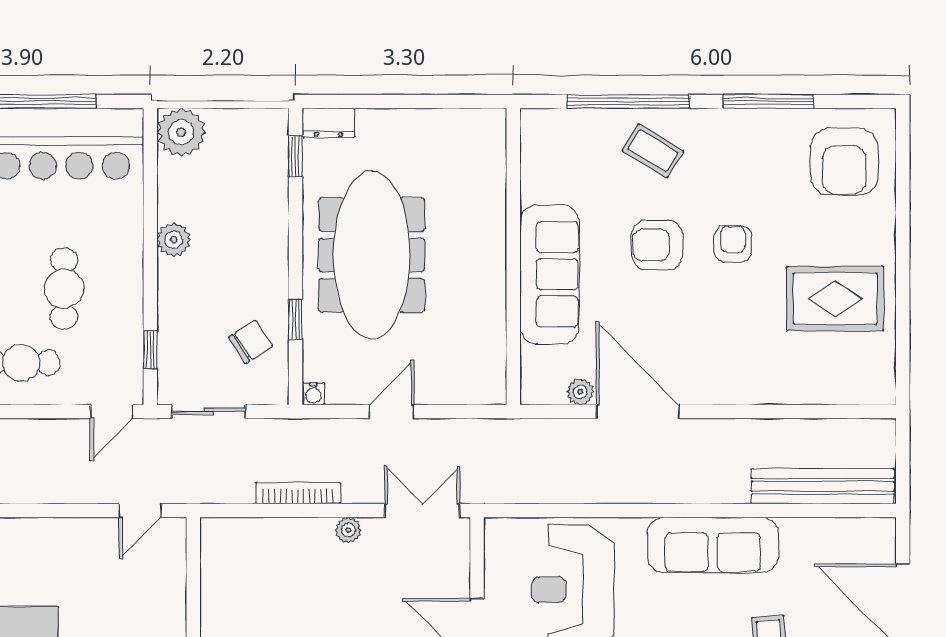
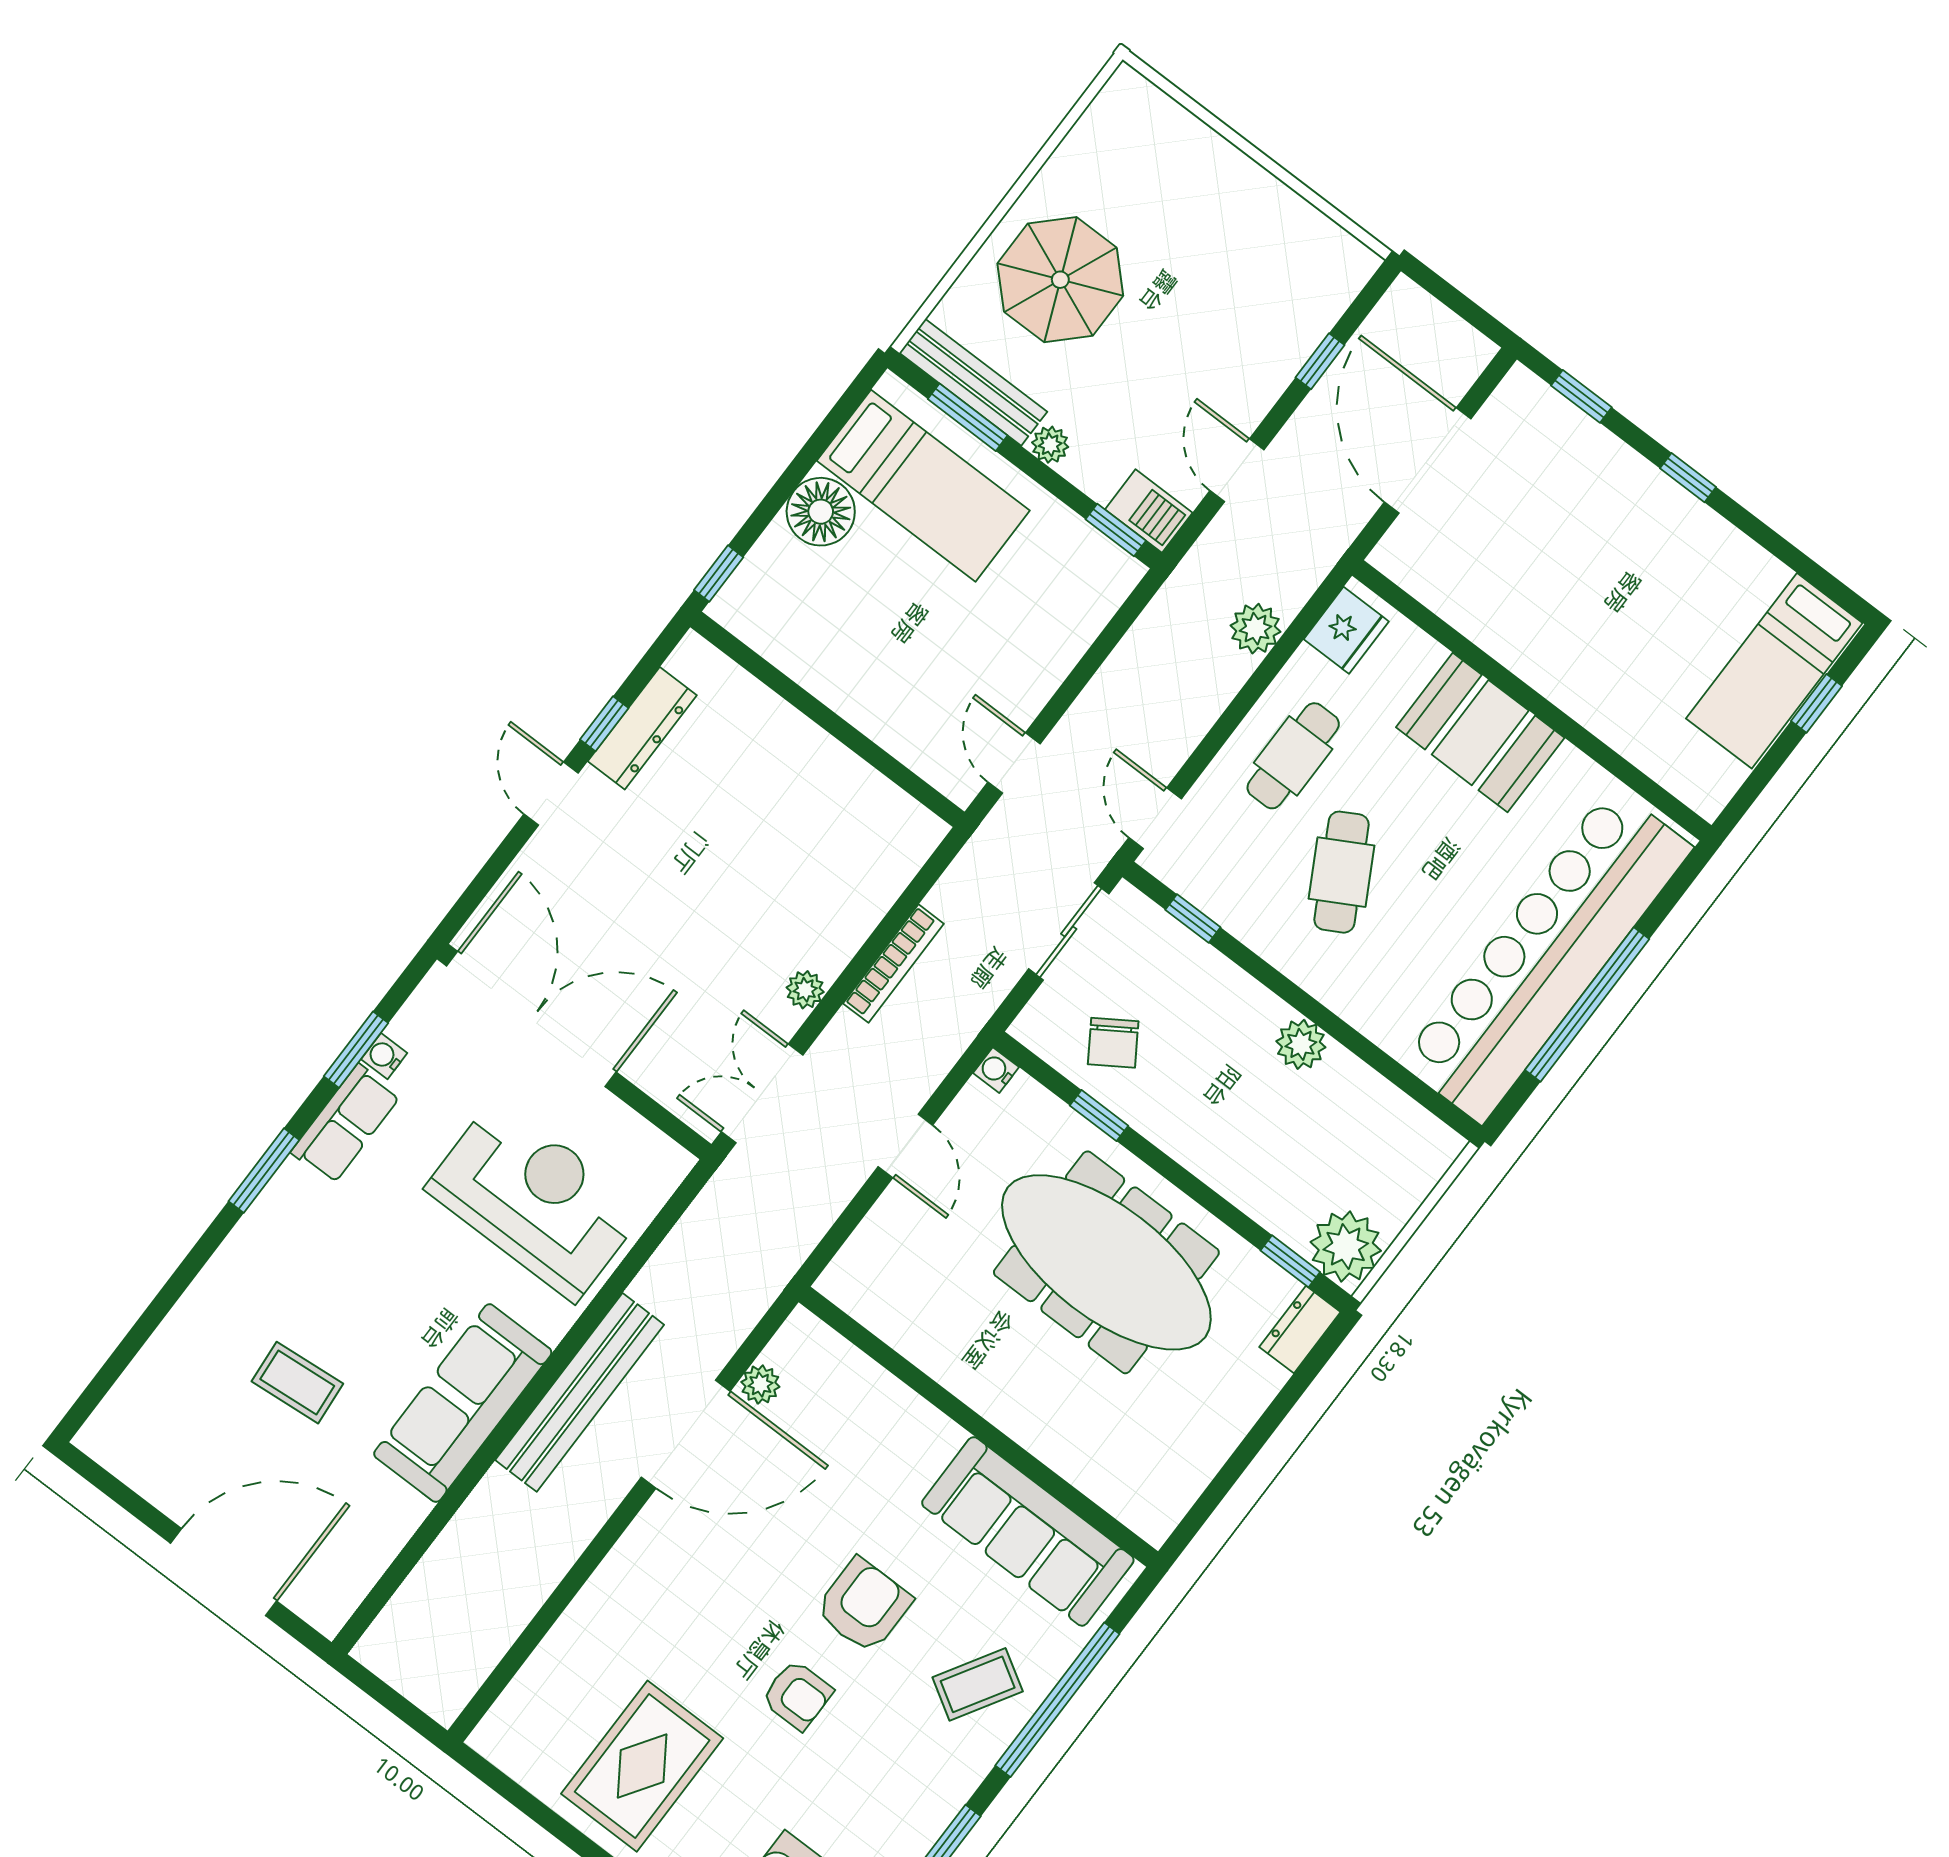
plant: (181, 132) -> (1346, 1246), moved
sofa: (550, 274) -> (1028, 1531), moved
cafe table: (64, 289) -> (1342, 872), turned 61
bench: (823, 486) -> (580, 1392), moved
double door: (422, 511) -> (762, 1094), swing flipped

